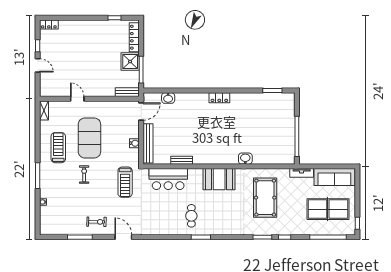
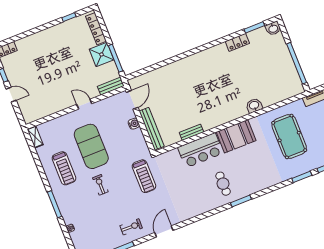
washbasin: (168, 98) -> (273, 28), moved
locker: (219, 98) -> (237, 42), moved
door: (77, 99) -> (84, 104), moved
water cooler: (134, 143) -> (134, 124), moved
treadmill: (58, 148) -> (64, 168), turned 180
bar counter: (168, 179) -> (200, 150), moved
door: (123, 237) -> (164, 232), hinge flipped

